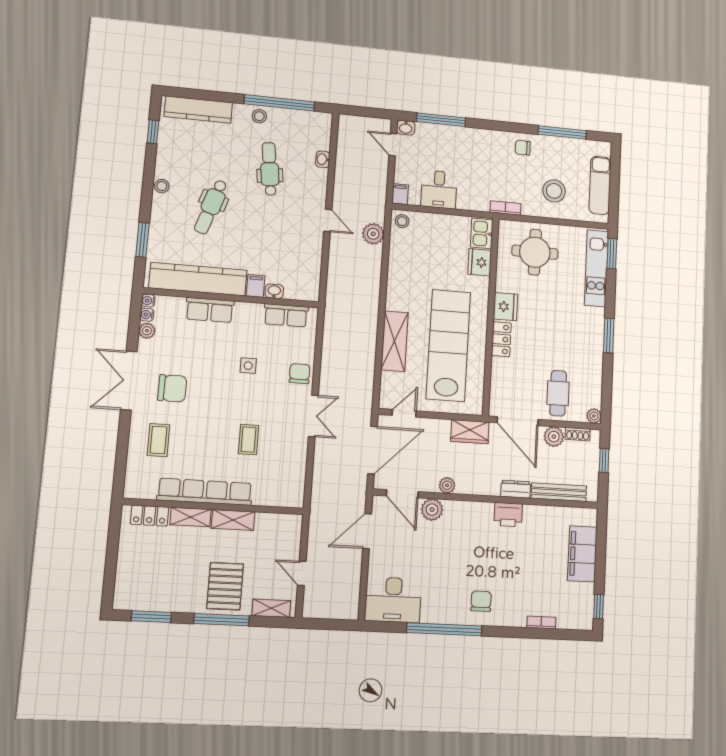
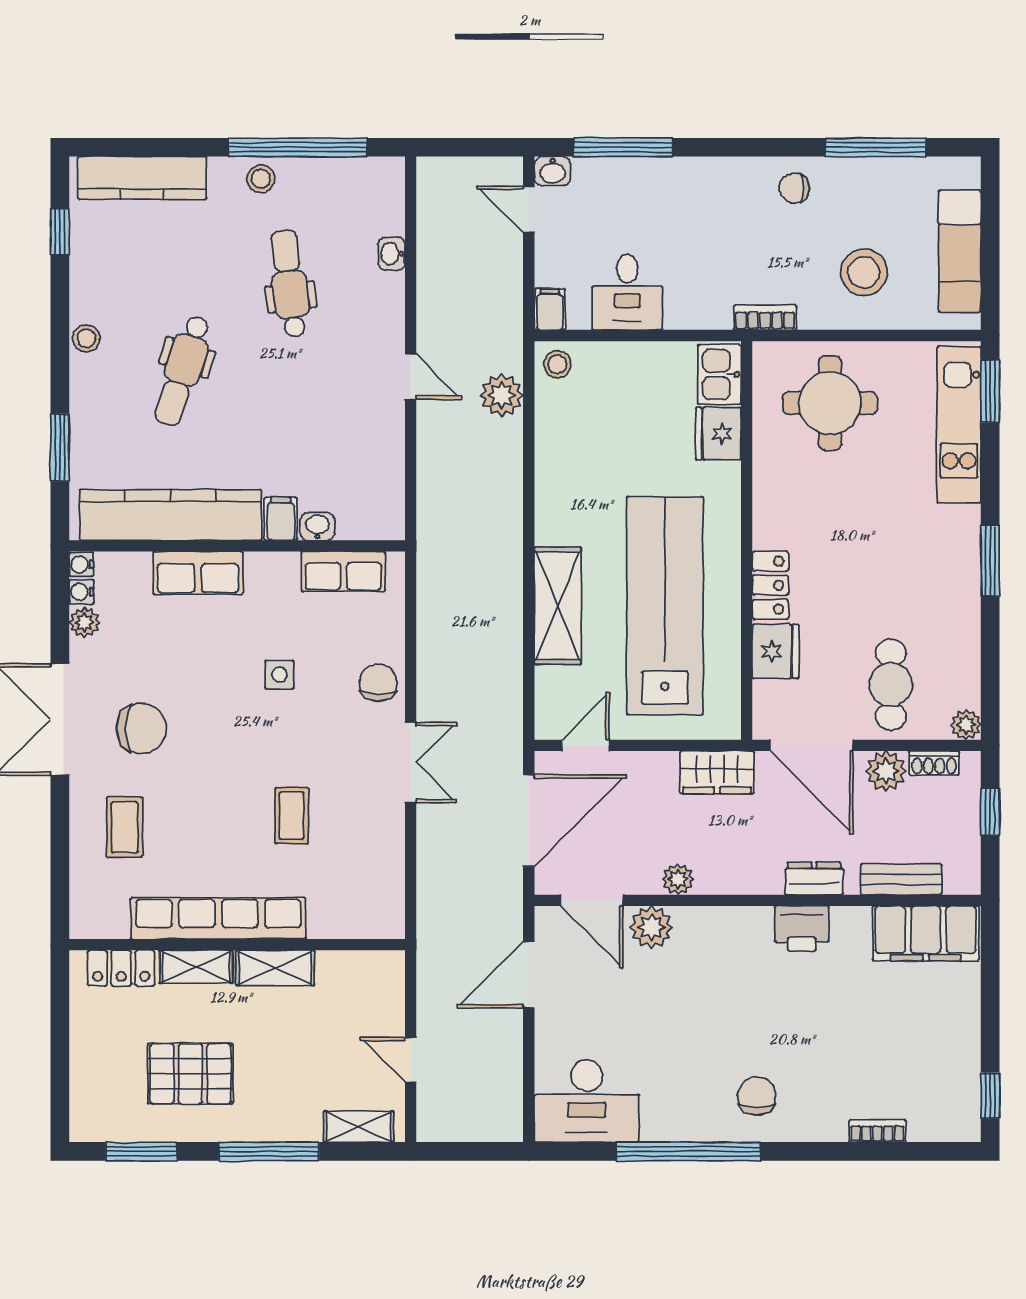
fridge: (506, 307) -> (775, 651), moved
bench: (559, 492) -> (901, 879), width x0.73
filing cabinet: (582, 554) -> (926, 933), moved, turned -90
pallet: (225, 586) -> (190, 1074), moved, turned 90

